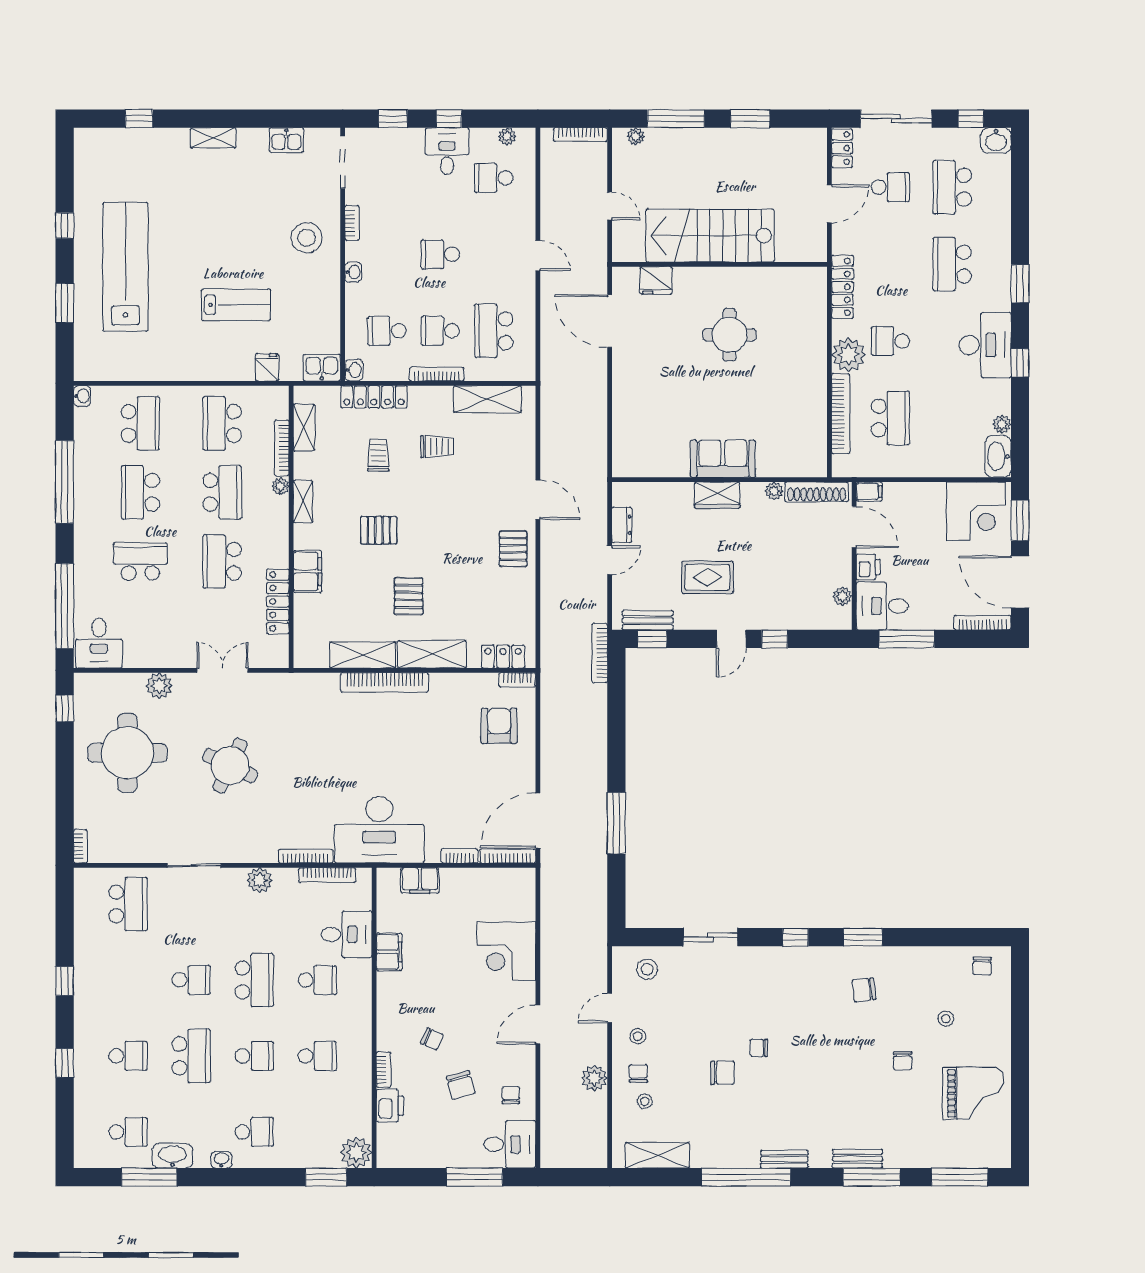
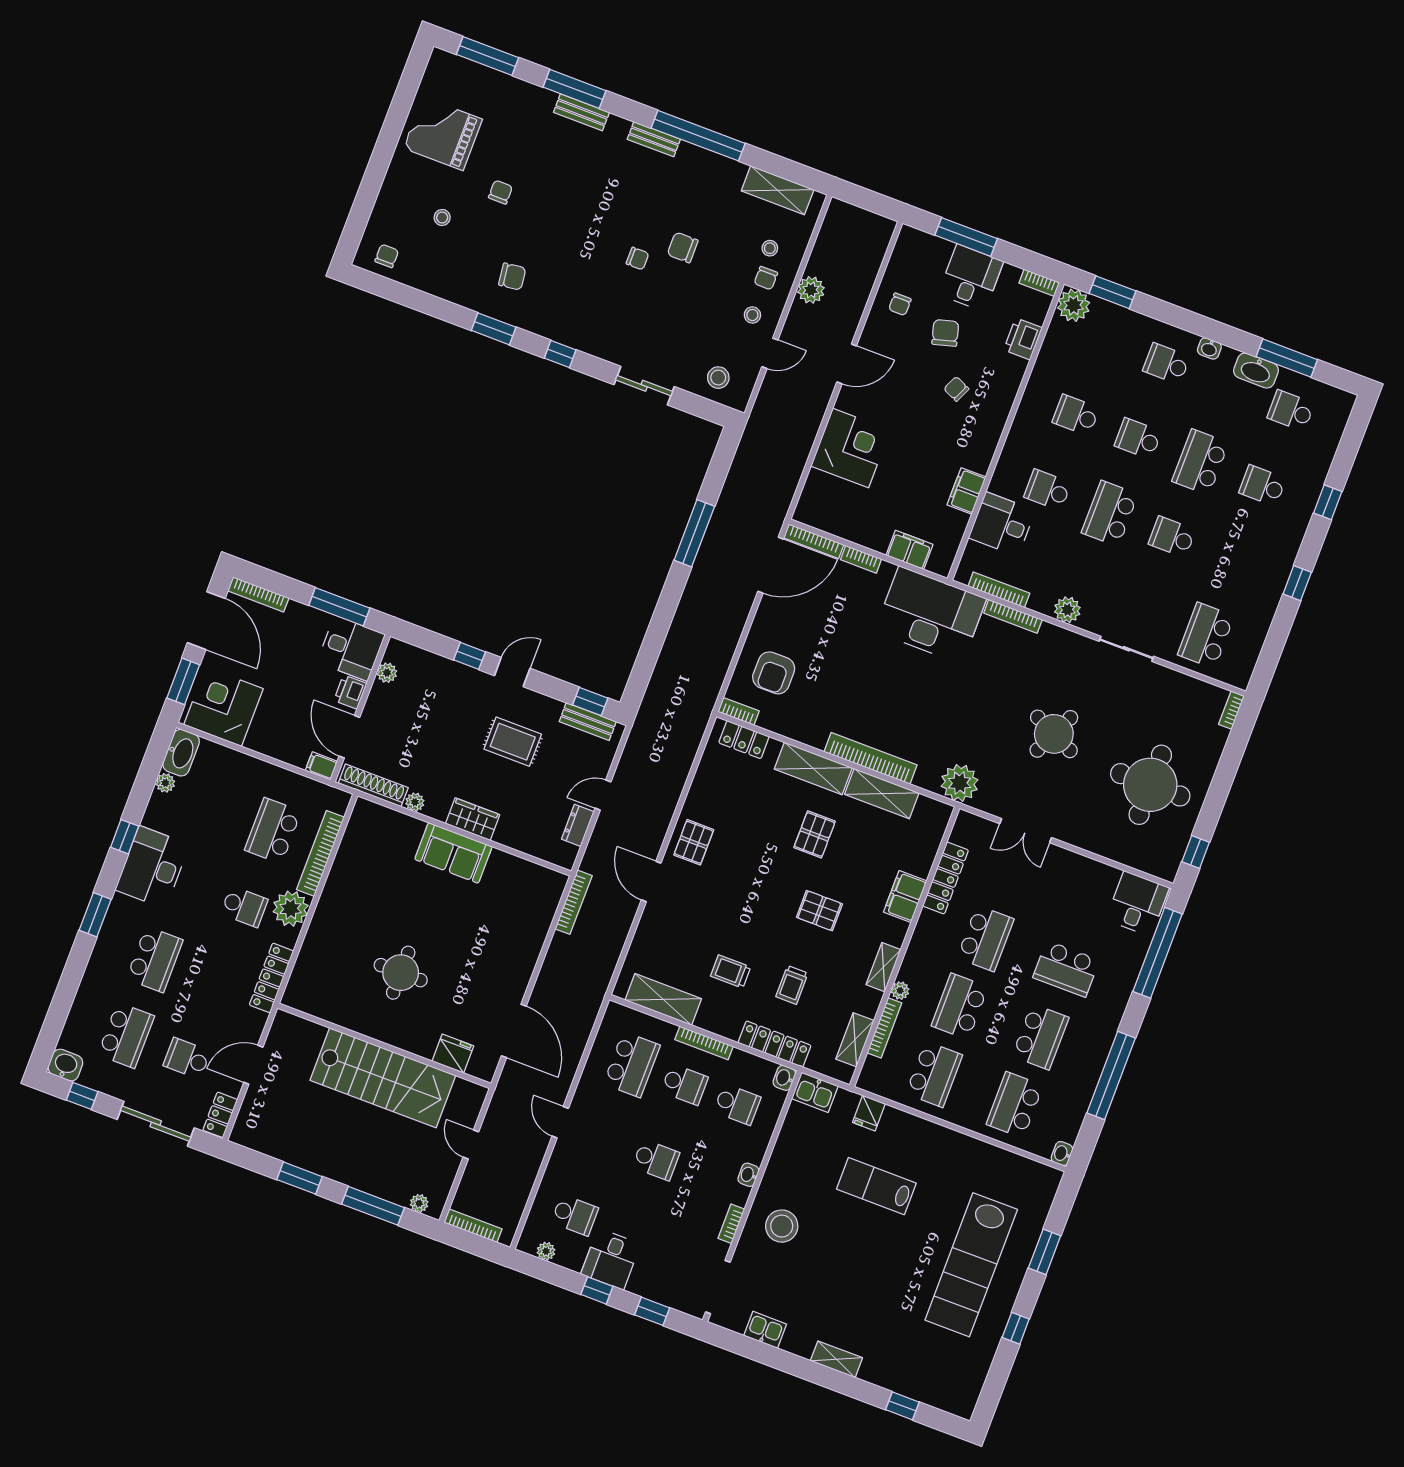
bookcase: (600, 653) -> (574, 902), moved
plant: (159, 686) -> (960, 783), moved, width x1.36, depth x1.36
bookcase: (384, 1070) -> (1039, 283), moved, turned -90
desk: (510, 1144) -> (971, 278), moved, turned 90

